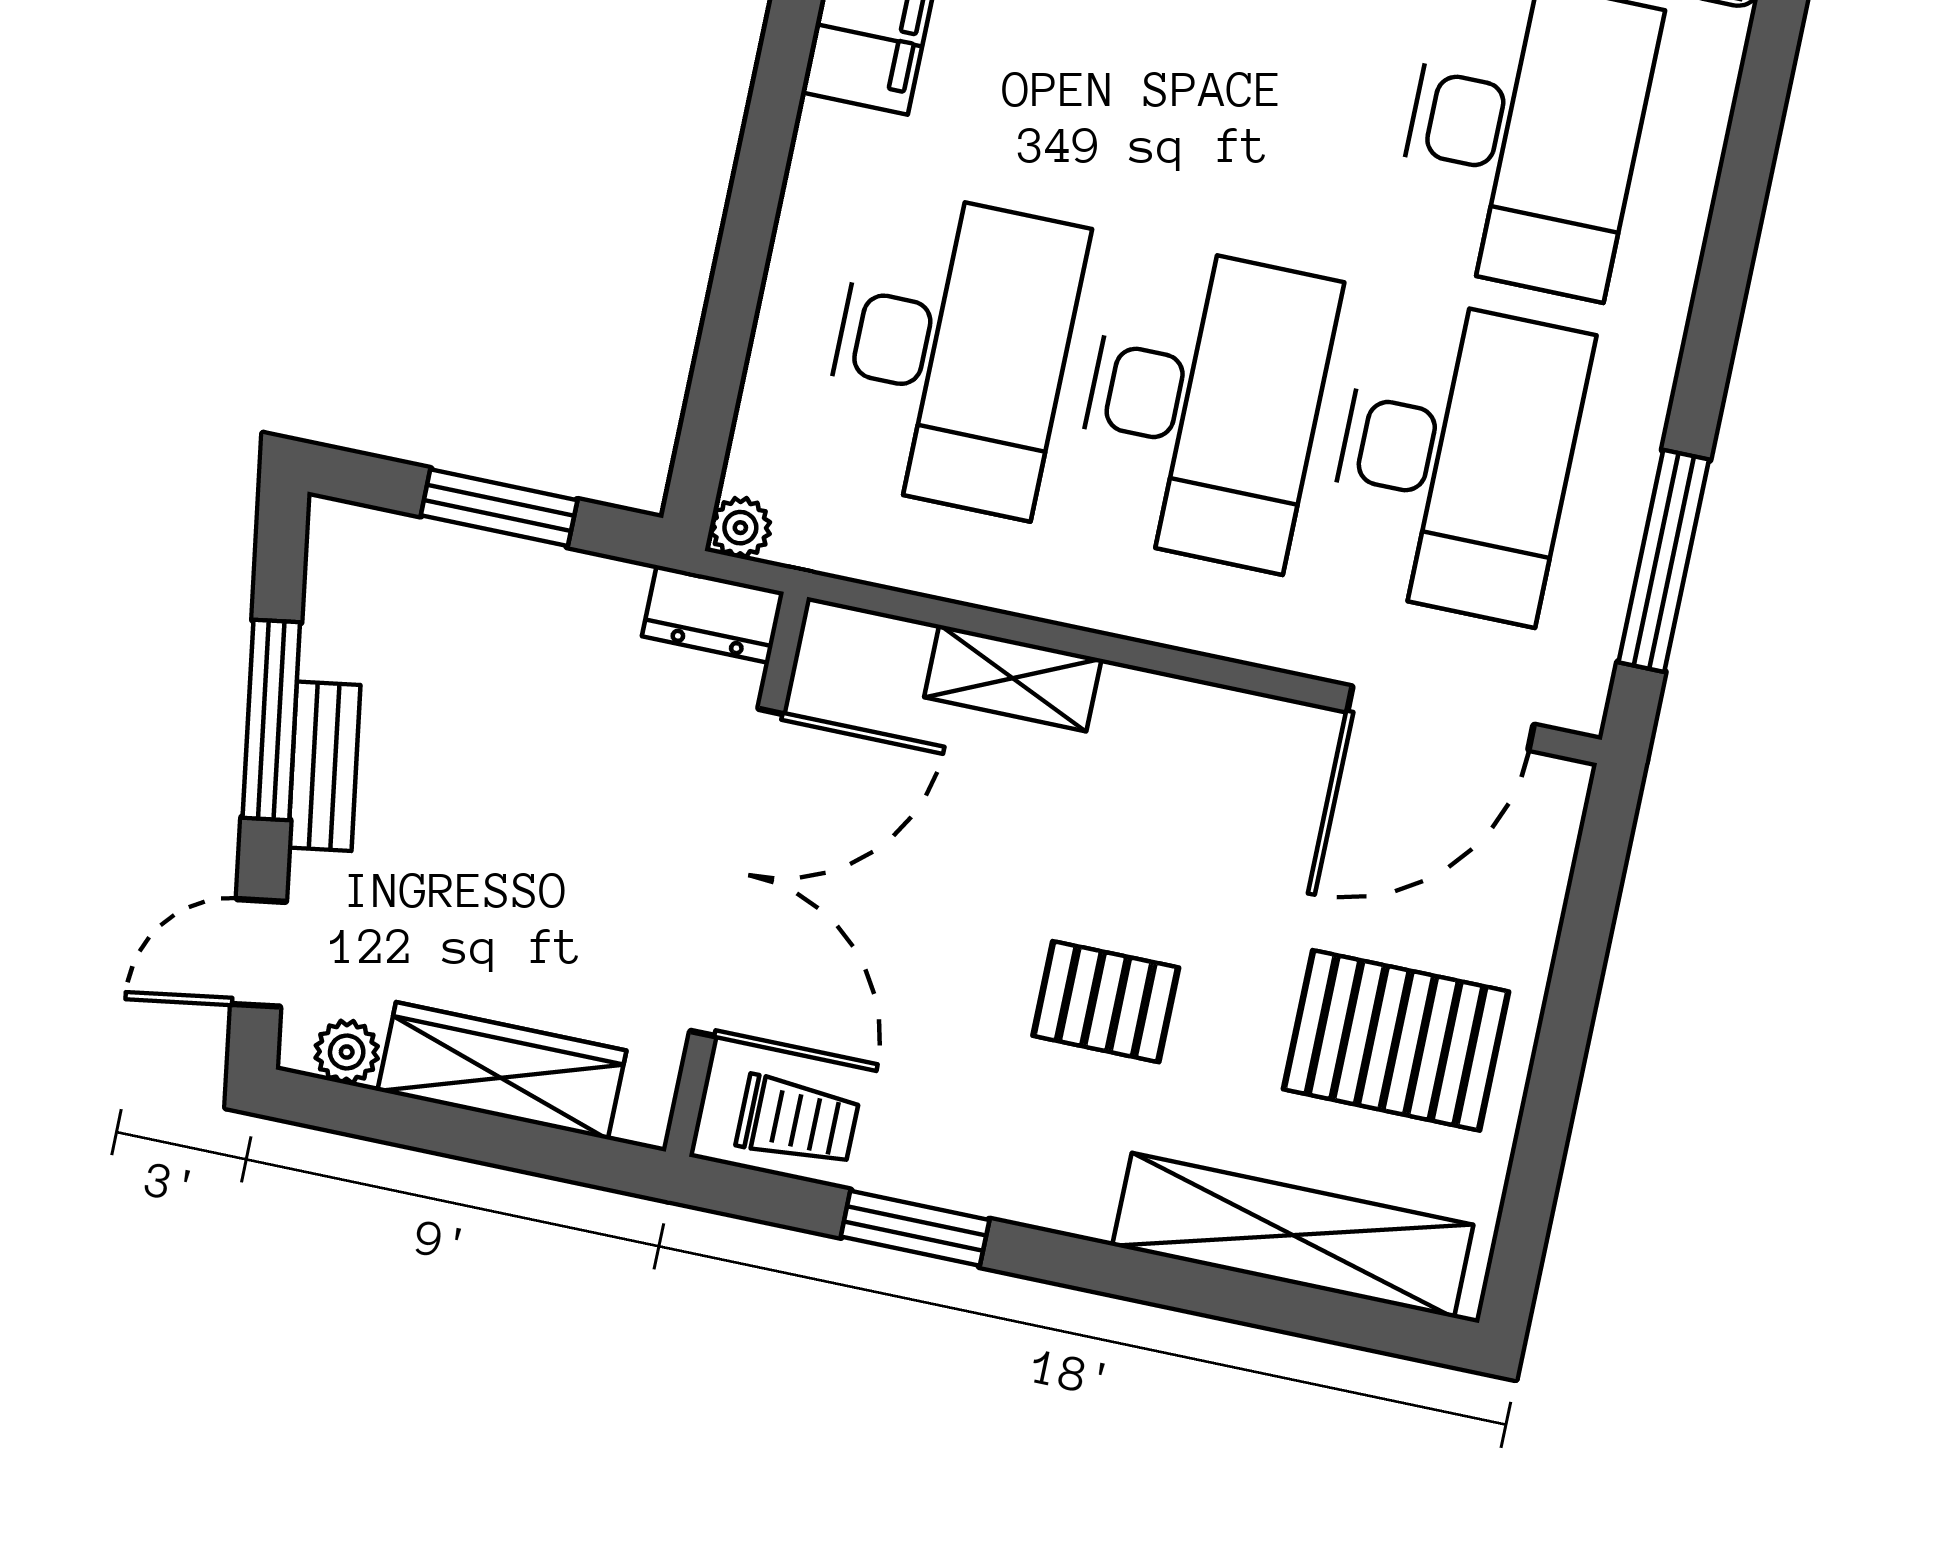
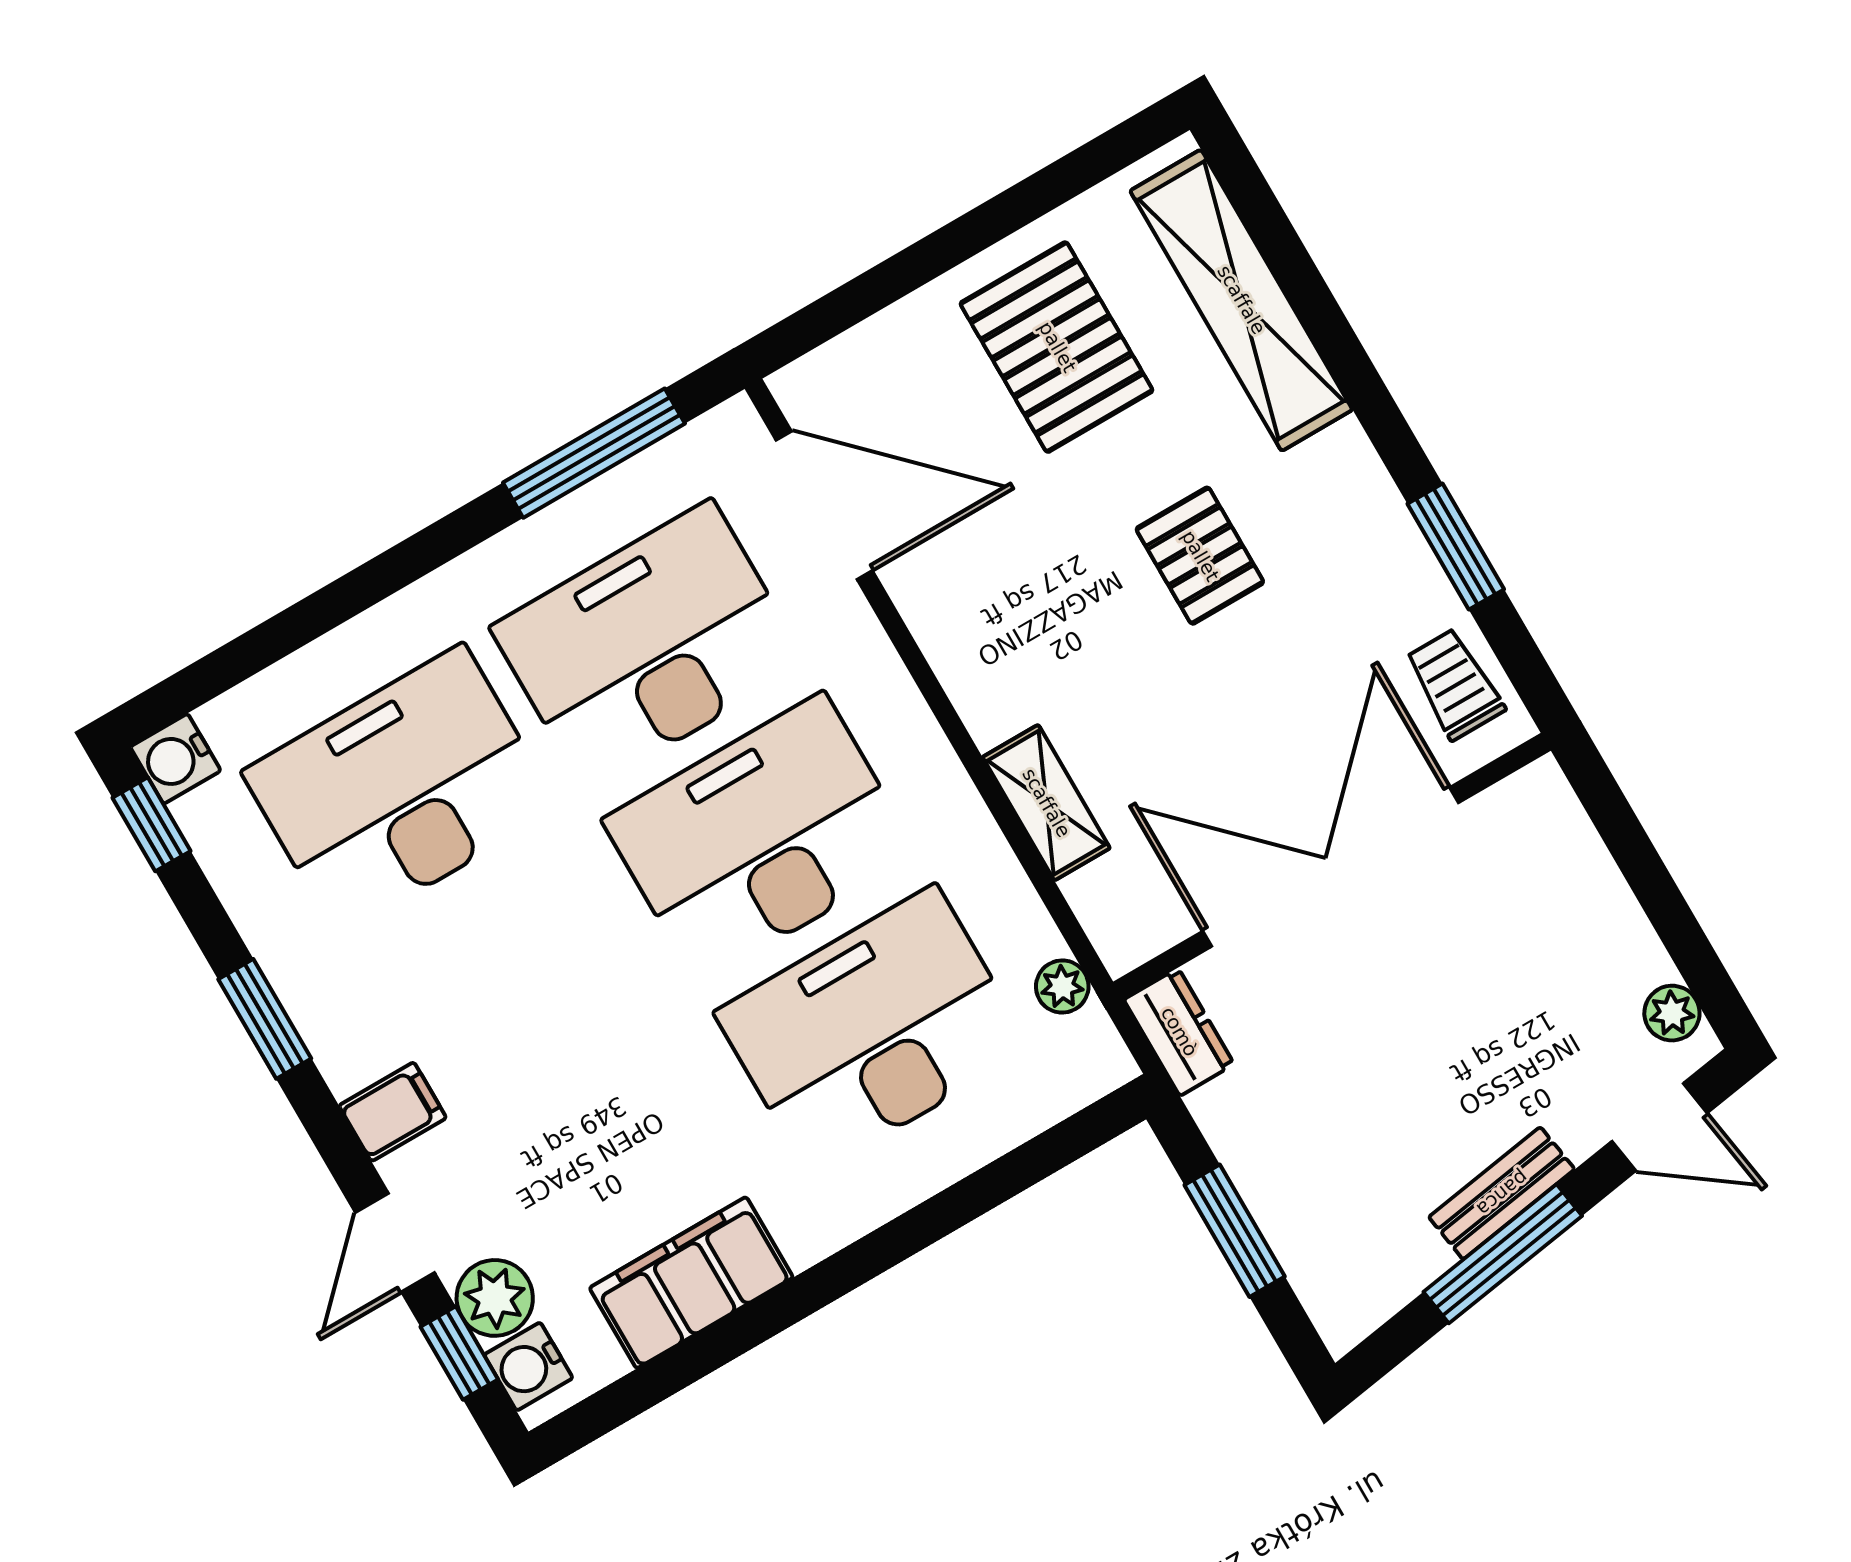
plant: (740, 528) -> (1062, 987), moved
wardrobe: (502, 1071) -> (1594, 903), removed

